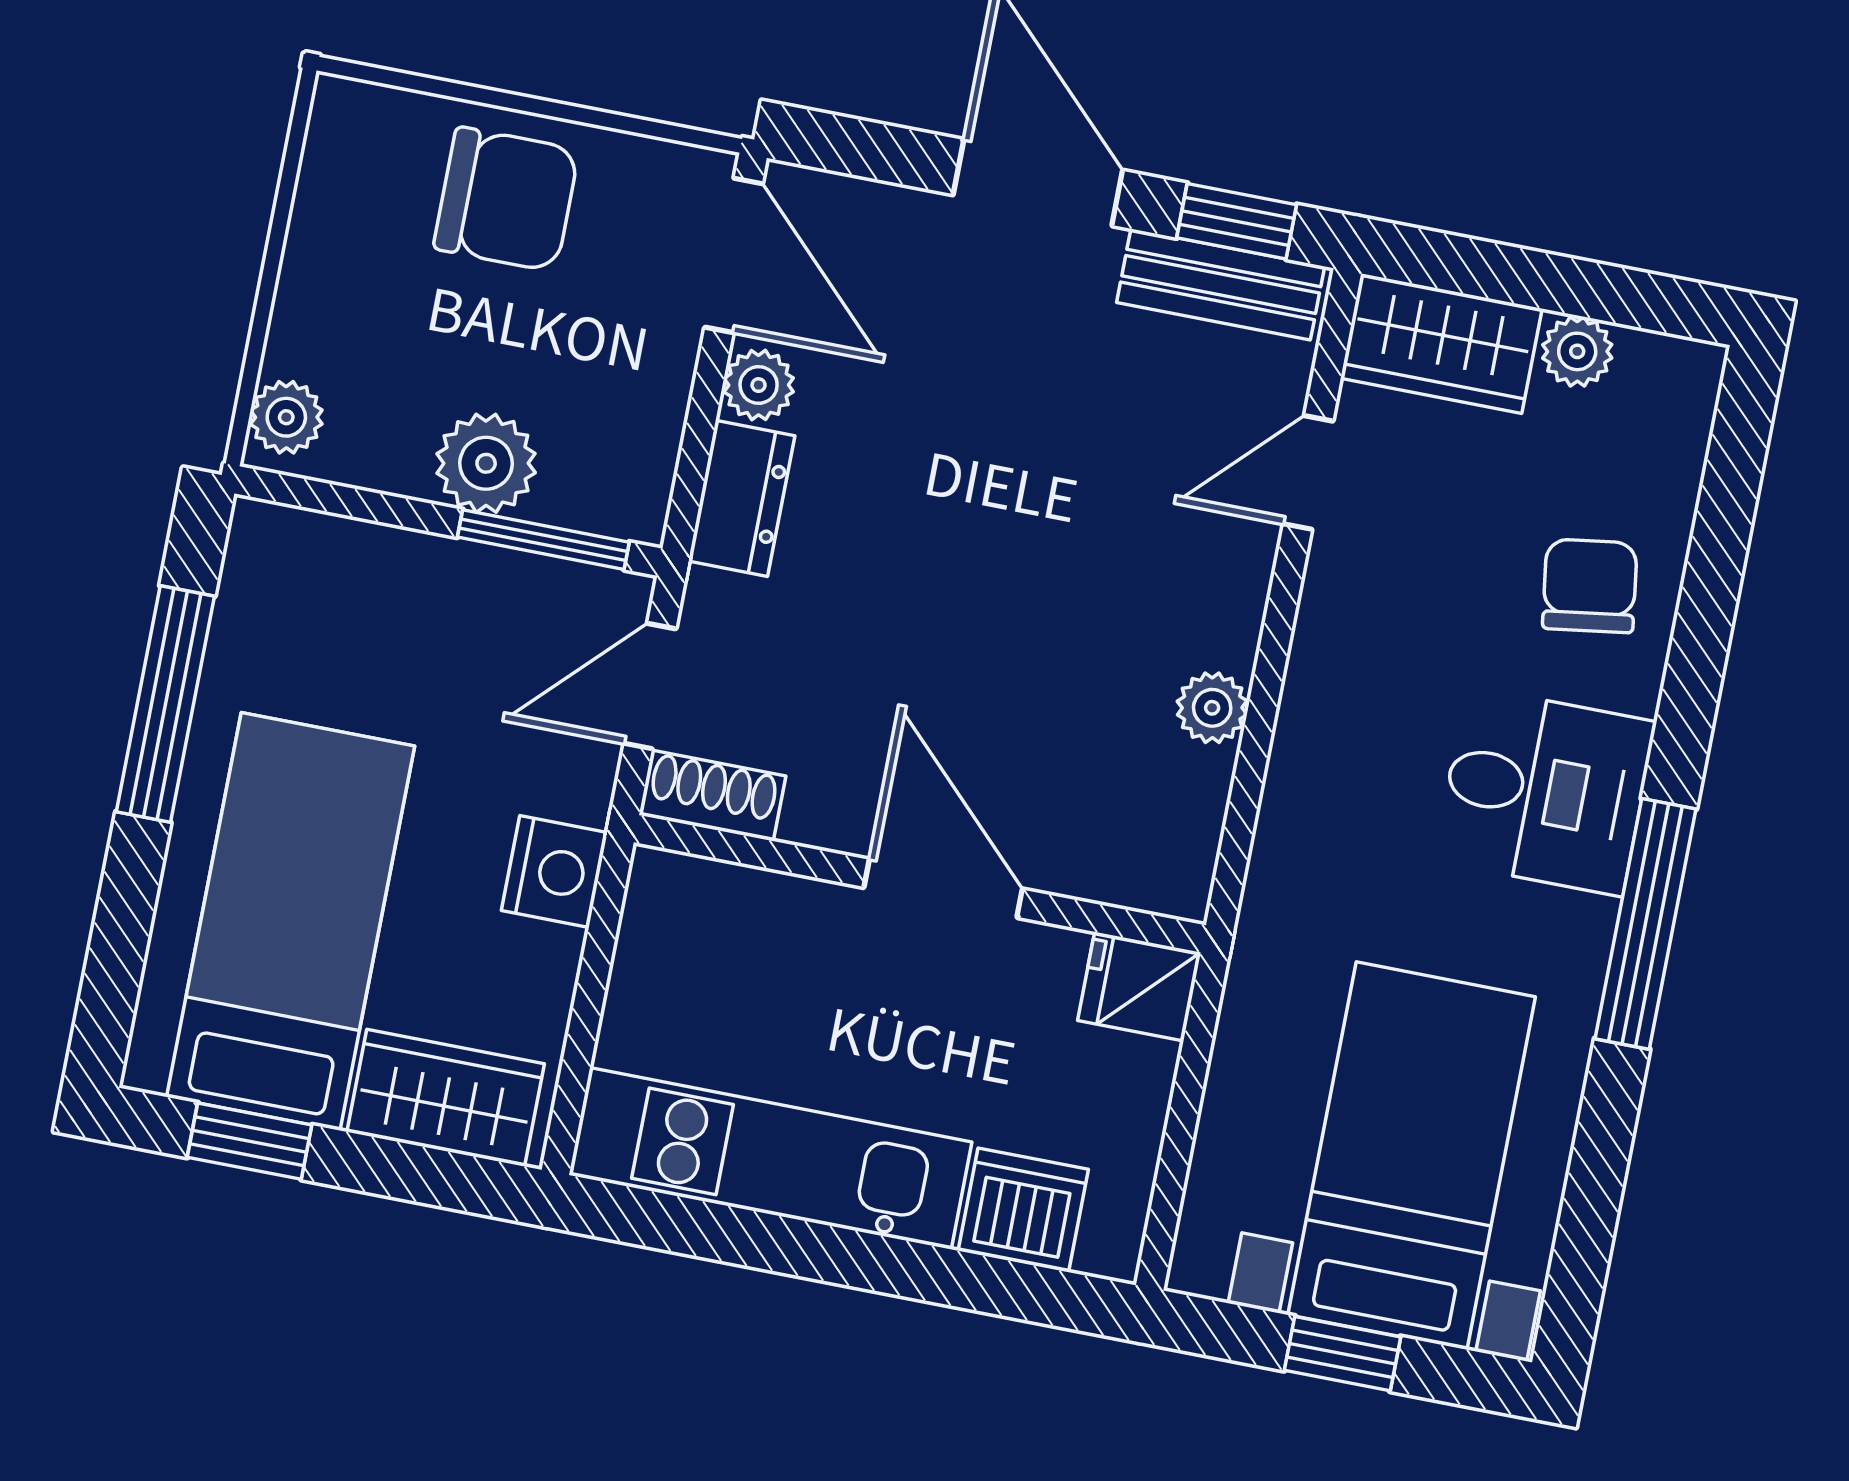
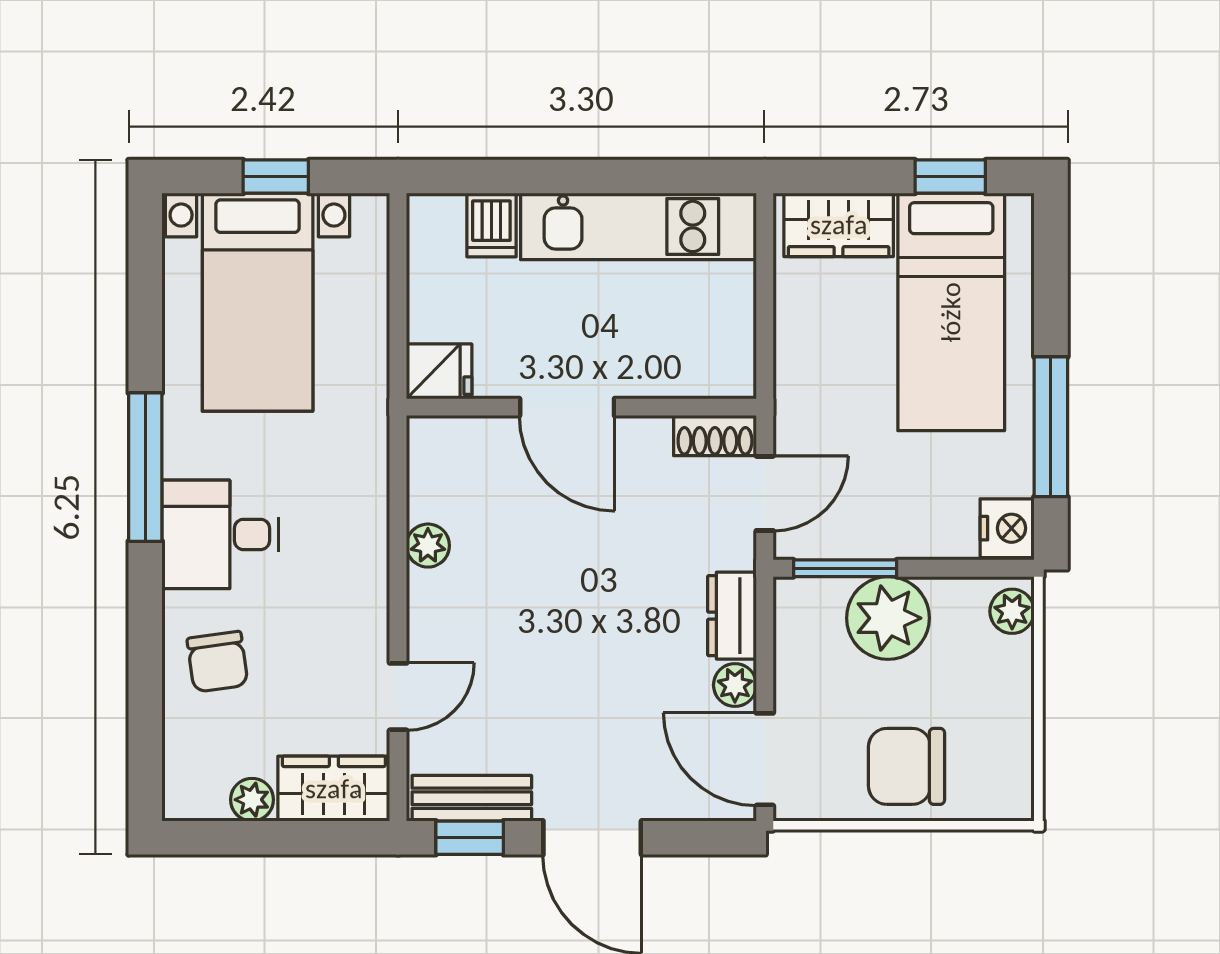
plant: (486, 463) -> (888, 618), width x1.36, depth x1.36
nightstand: (554, 872) -> (1007, 528), moved, turned 180
dishwasher: (1023, 1210) -> (491, 225), width x0.73

